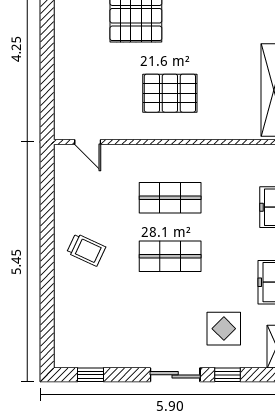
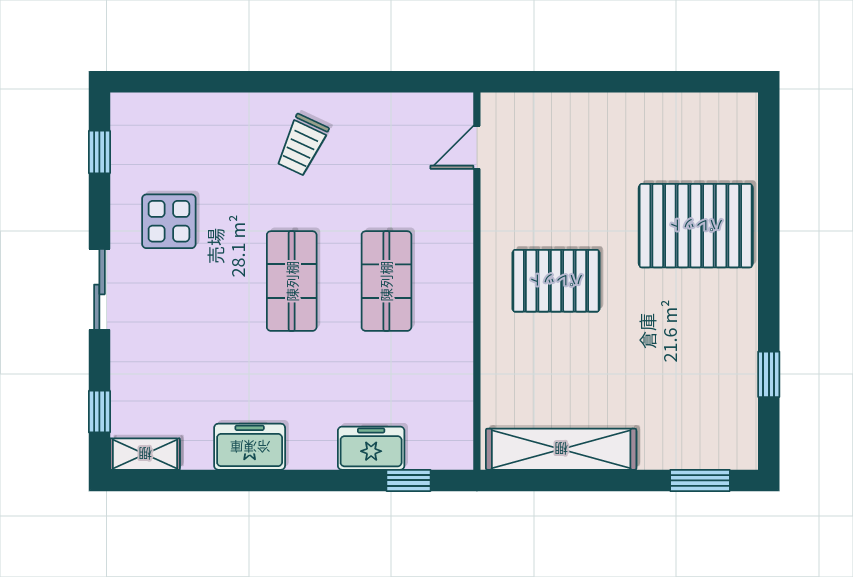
pallet: (170, 93) -> (556, 281), turned 90
display table: (224, 329) -> (169, 221), moved
window: (227, 375) -> (99, 412), moved

